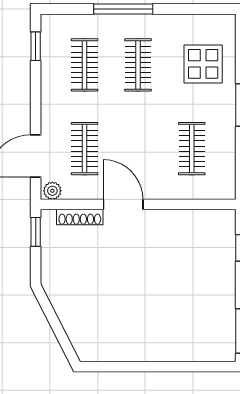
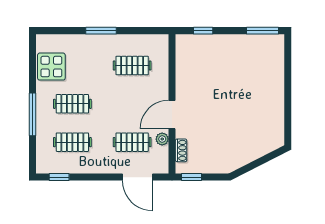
display table: (203, 64) -> (51, 67), moved
plant: (52, 191) -> (162, 139), moved
shoe rack: (80, 217) -> (181, 150), width x0.70

